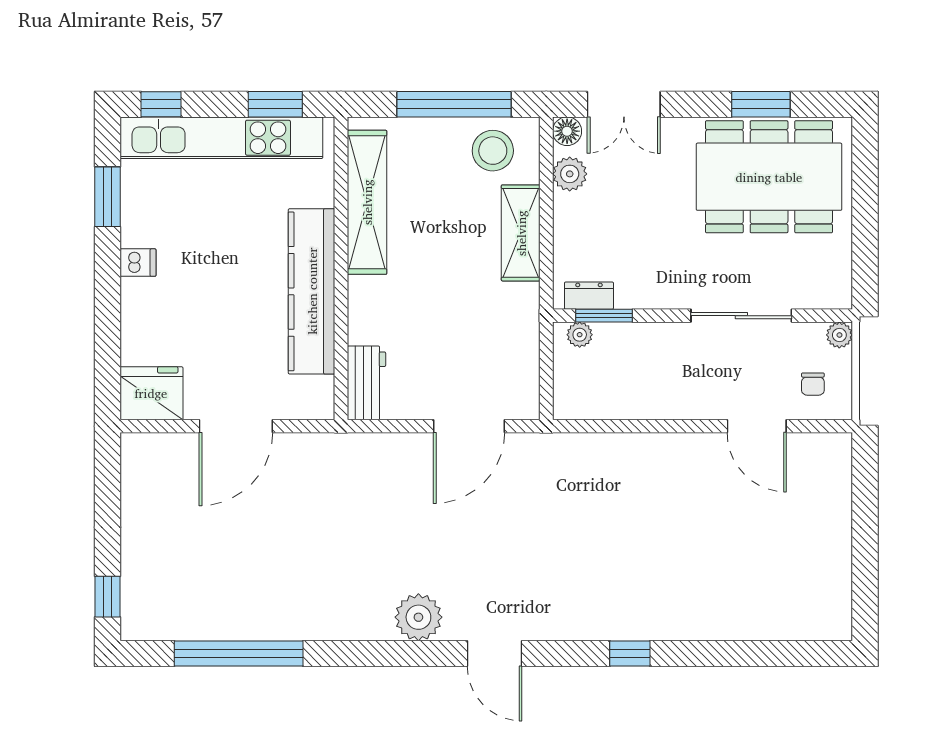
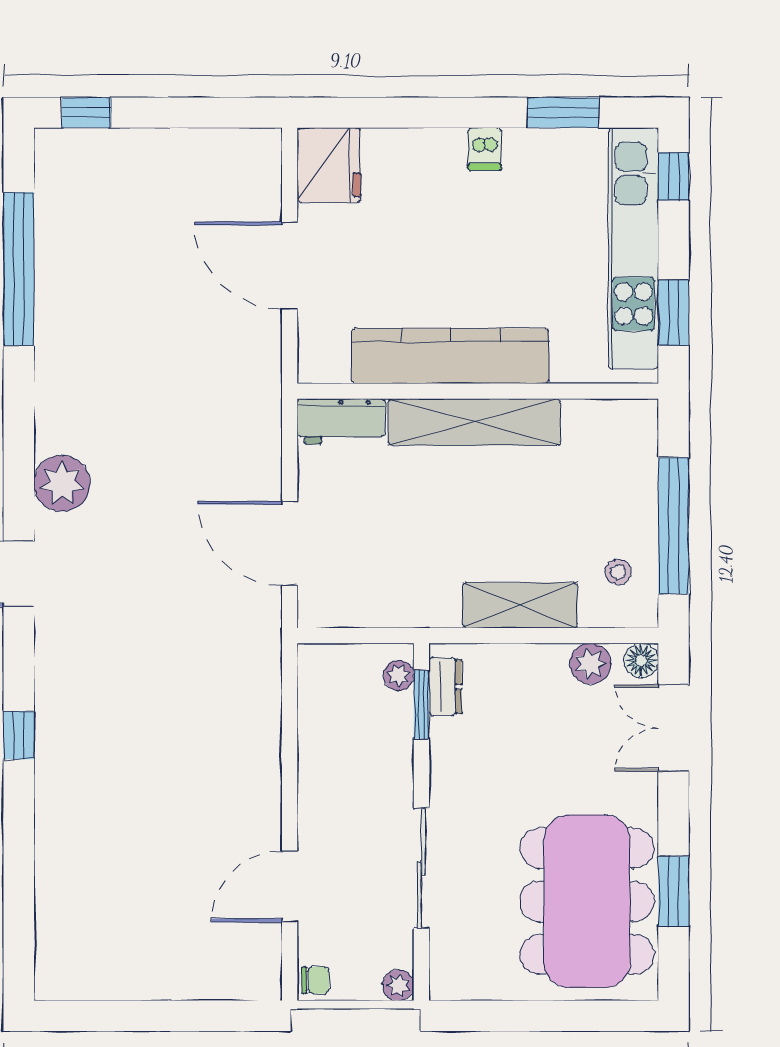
stool: (493, 151) -> (618, 572), width x0.53, depth x0.53
shelving: (367, 202) -> (474, 422), moved
chair: (813, 384) -> (315, 980), moved, turned 180

